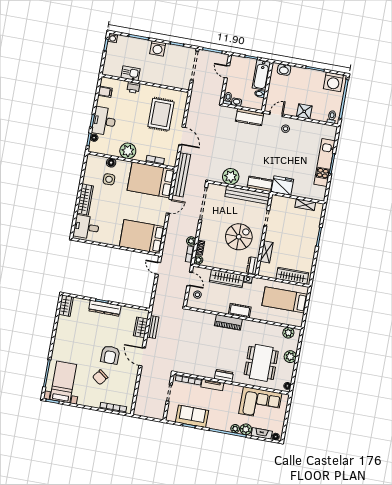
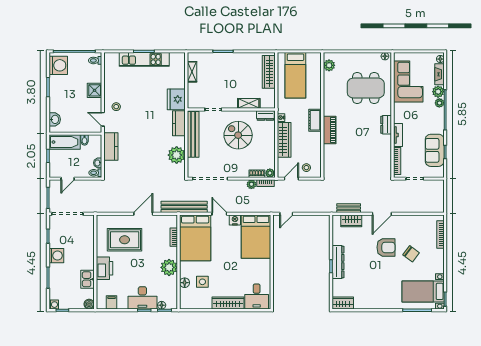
boiler: (107, 71) -> (89, 304), added
printer: (133, 88) -> (104, 268), width x1.87, depth x1.48
nightstand: (161, 220) -> (235, 220), added
plant: (290, 357) -> (354, 59), removed

